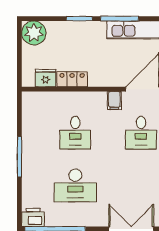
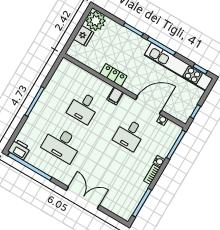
fridge: (46, 78) -> (84, 36), moved, turned 90
locker: (72, 79) -> (113, 75), moved
filing cabinet: (114, 101) -> (115, 96), moved

